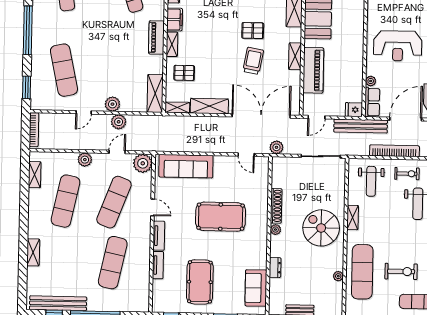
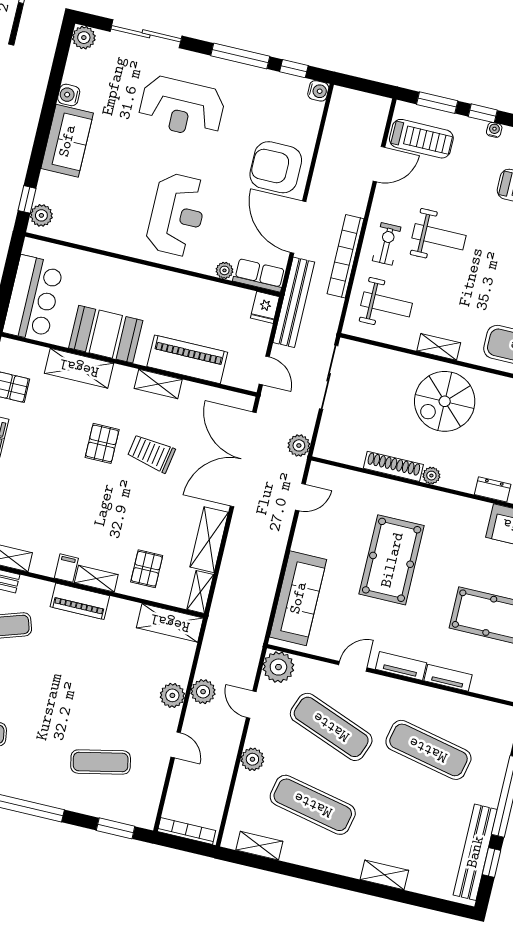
filing cabinet: (175, 20) -> (66, 568), width x0.50
exercise mat: (64, 70) -> (101, 762), width x0.73, depth x0.69

